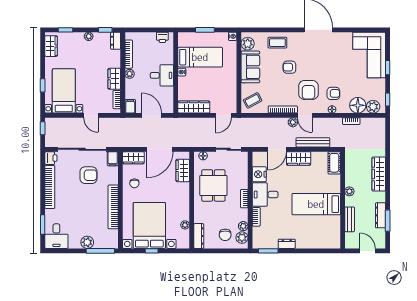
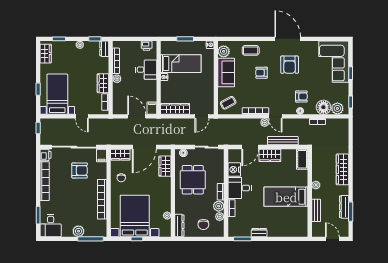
desk: (162, 75) -> (146, 70), moved
armchair: (308, 90) -> (290, 65), moved
filing cabinet: (130, 106) -> (152, 108), moved
plant: (242, 238) -> (219, 206), moved

